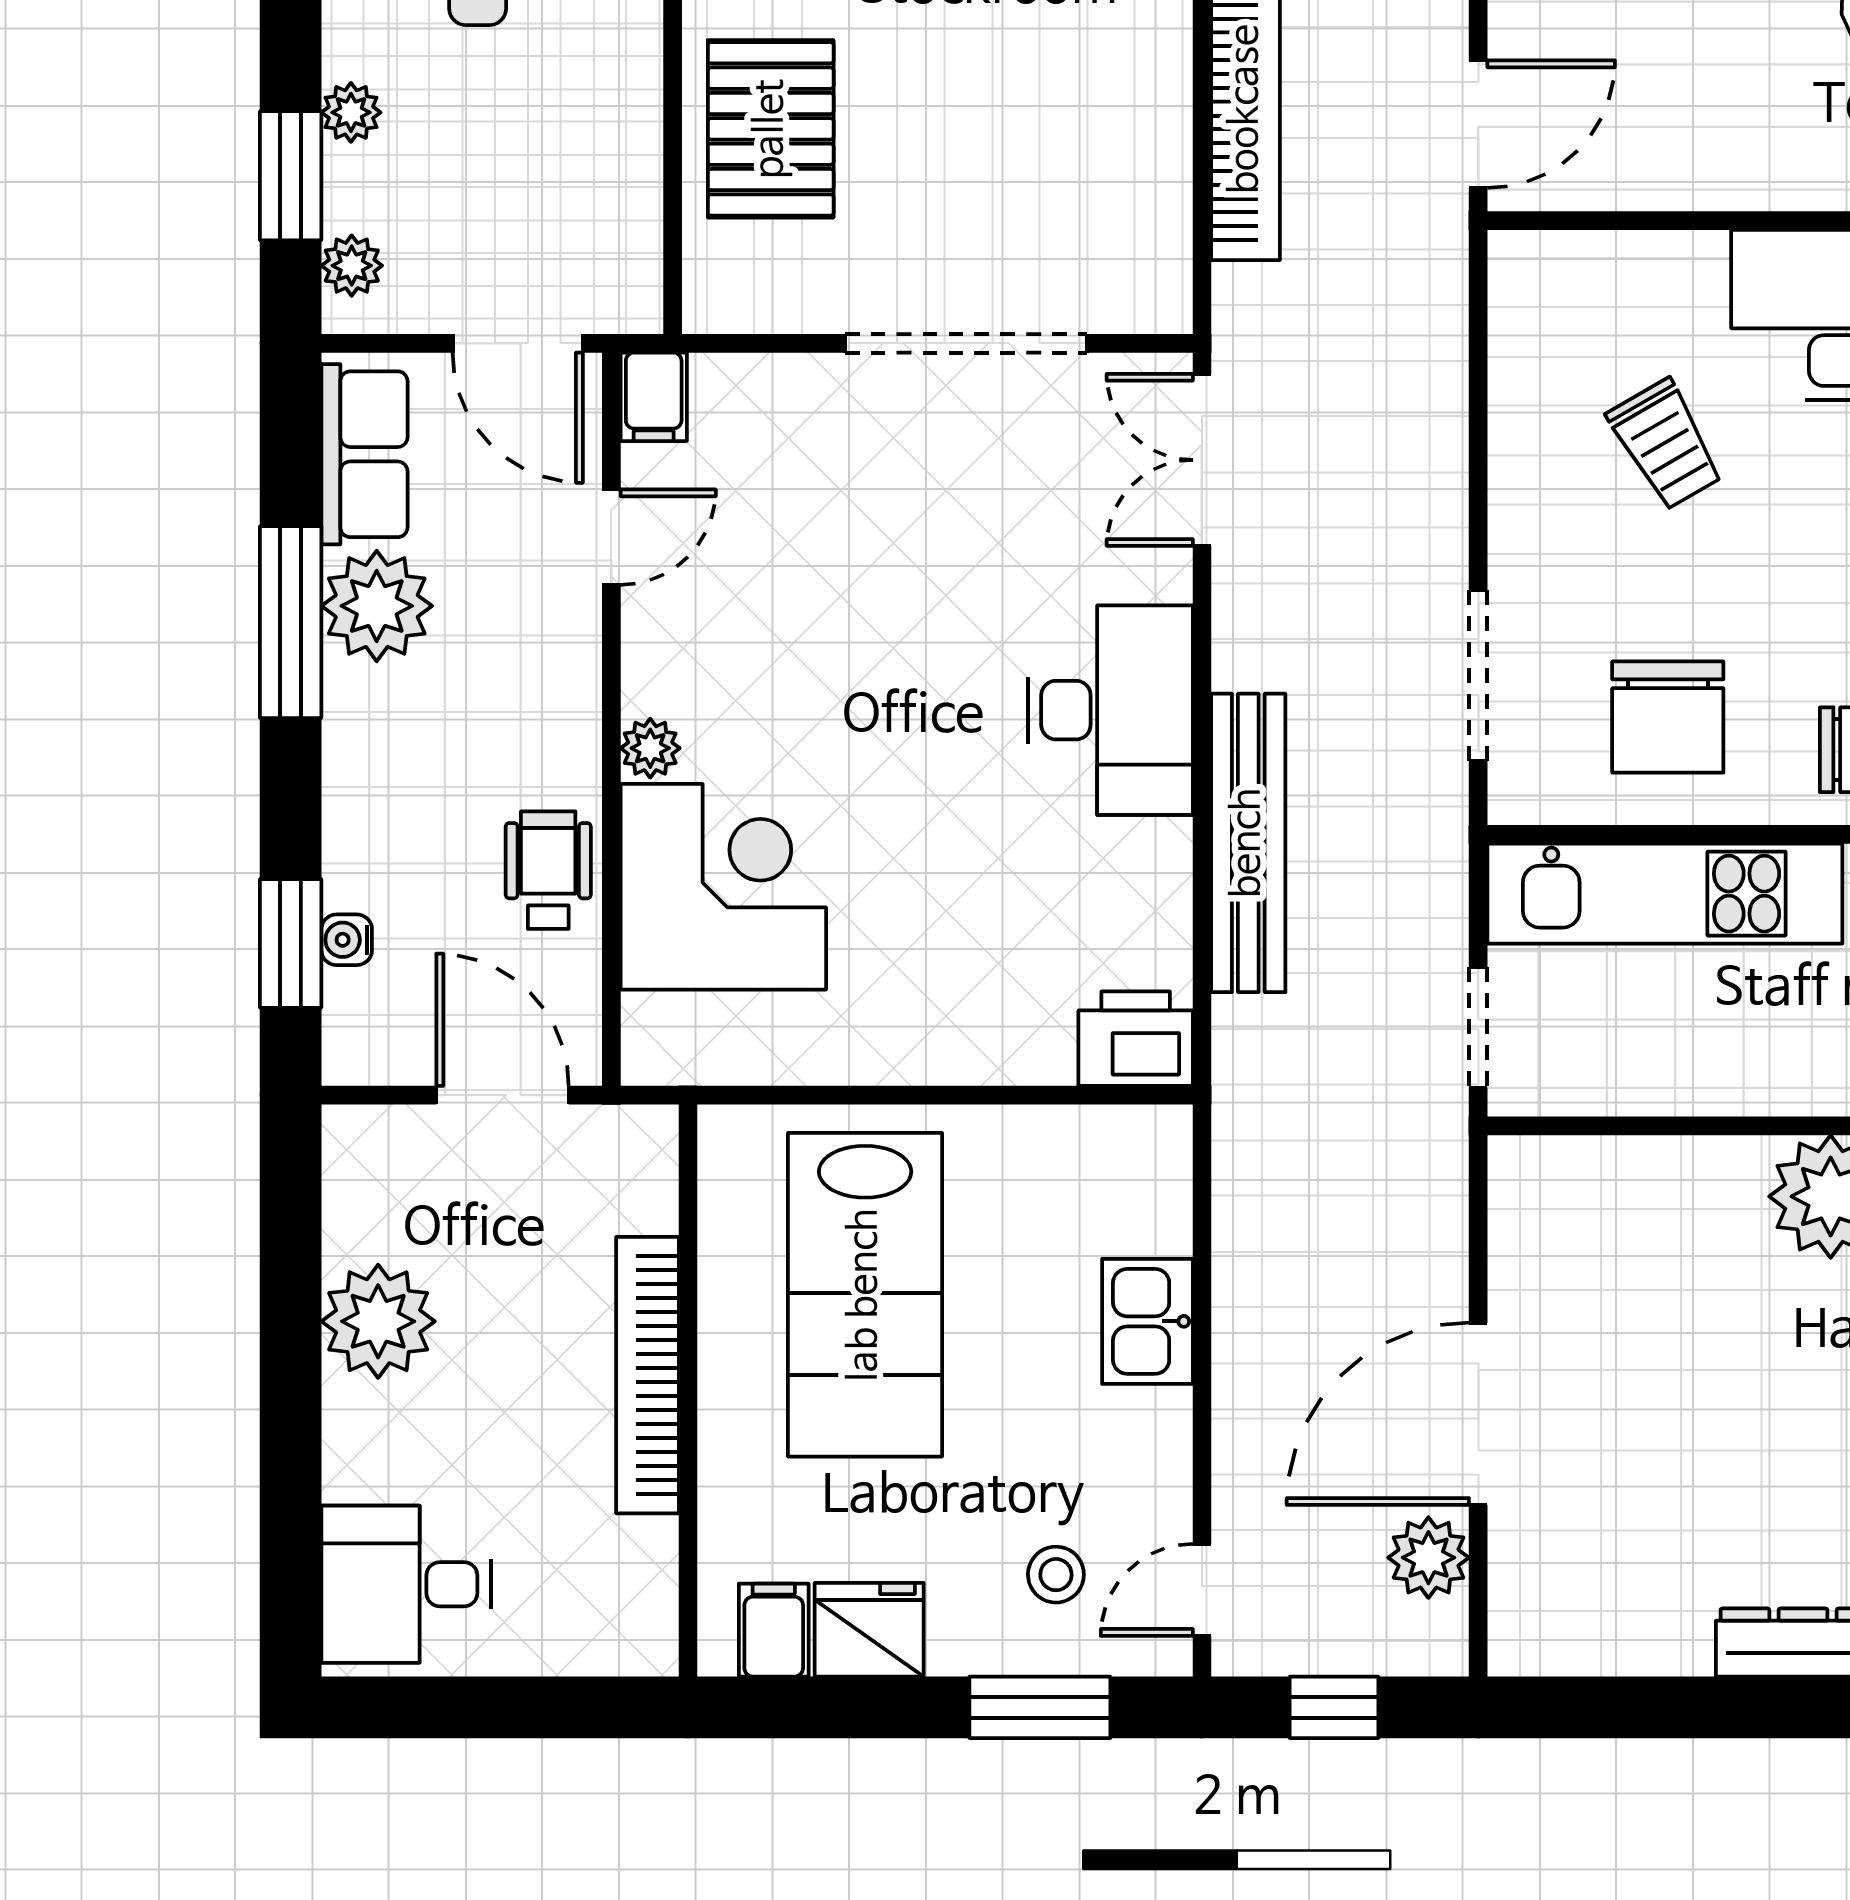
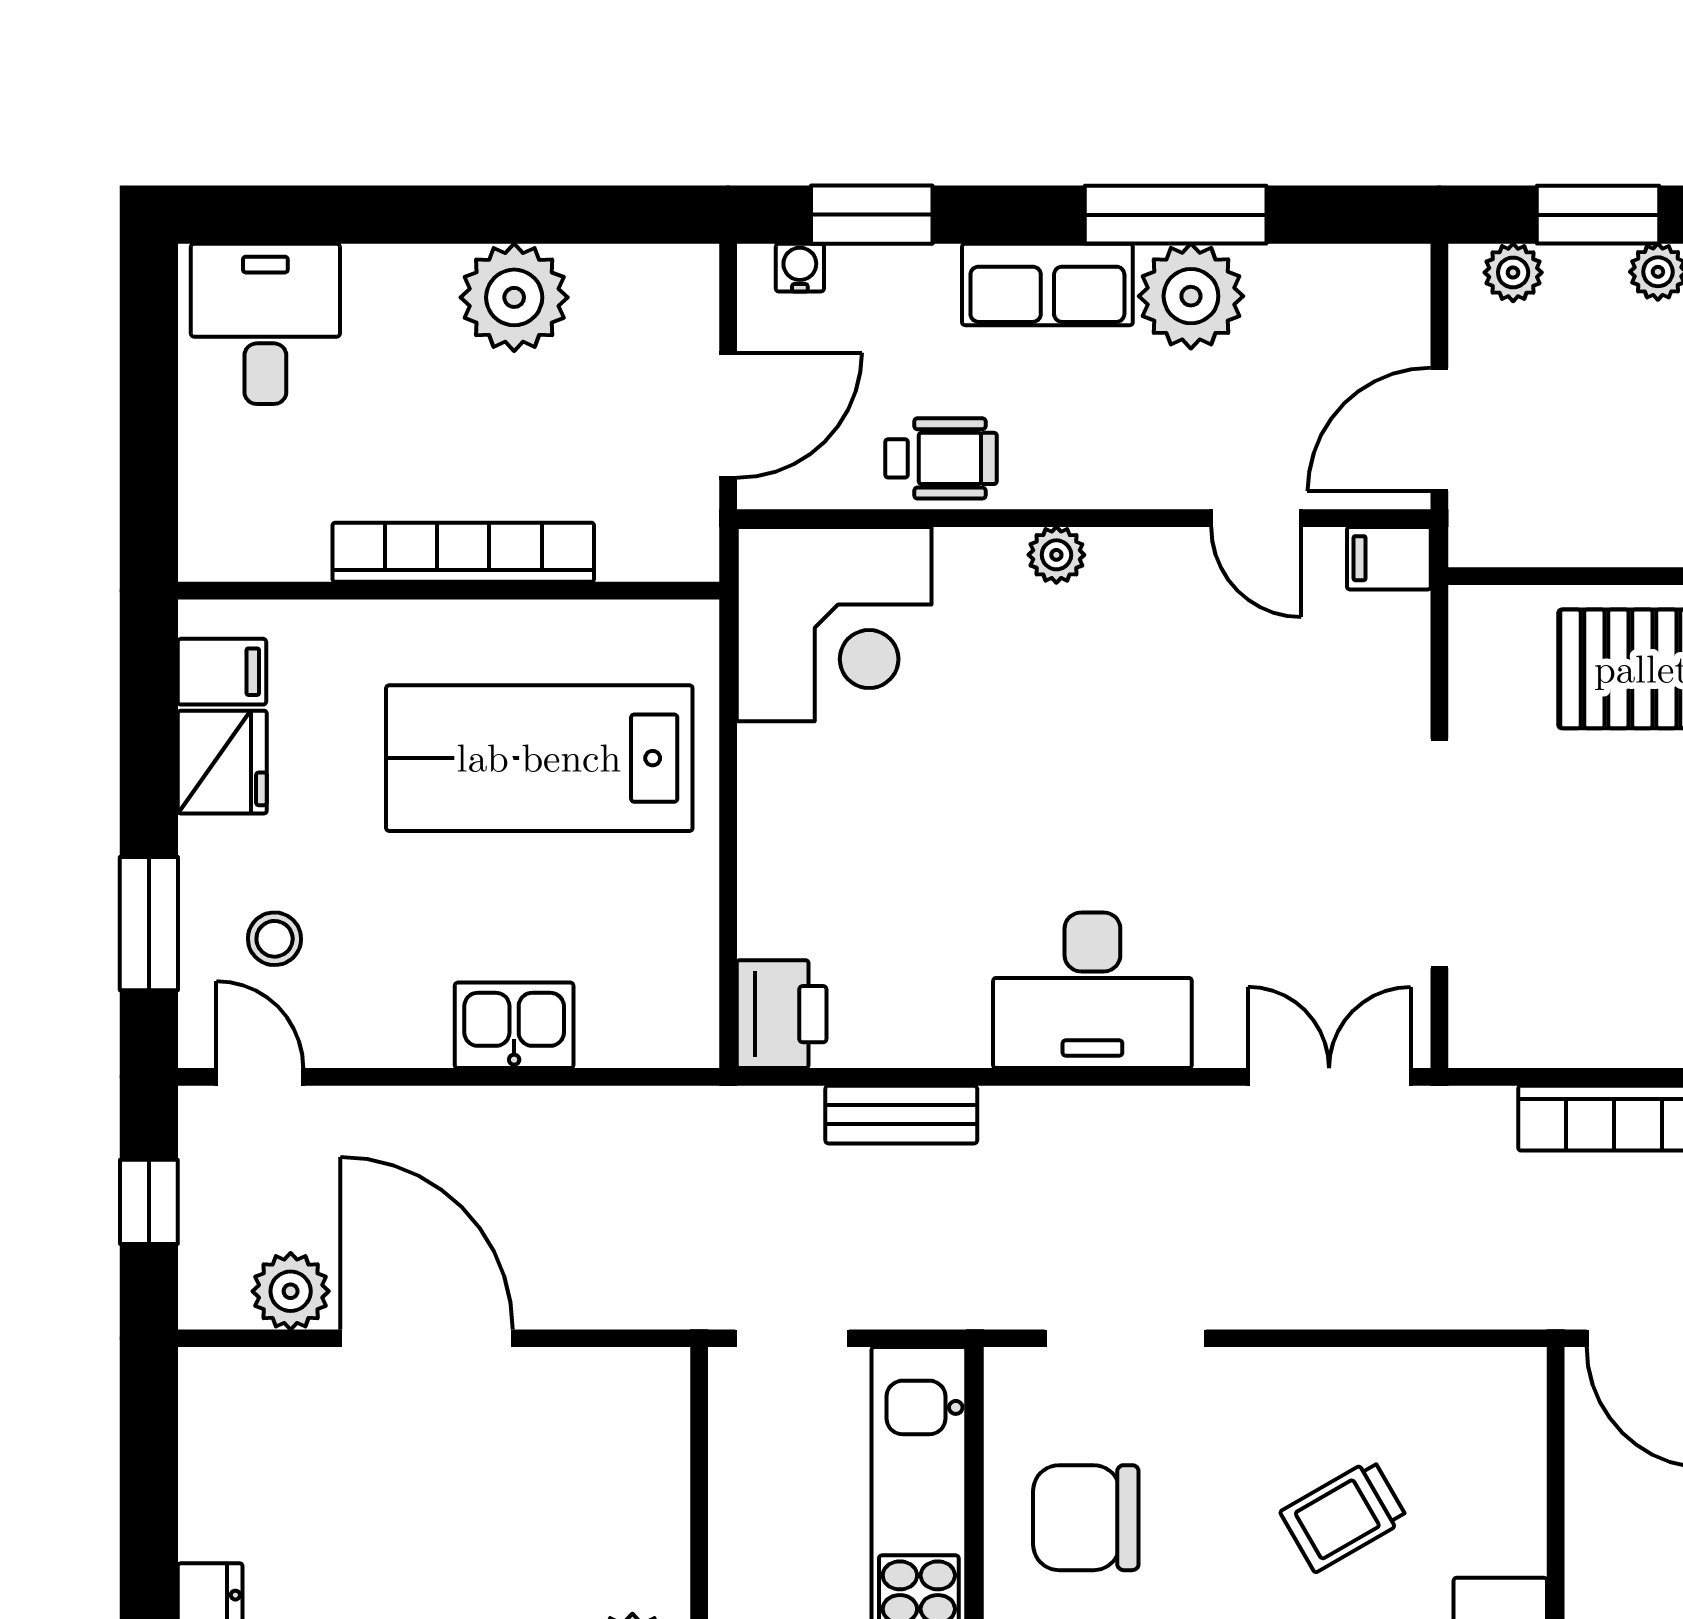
row of seats: (364, 454) -> (1047, 284), moved
bench: (1248, 843) -> (901, 1115), width x0.54, depth x0.82
corner desk: (723, 887) -> (834, 624), moved
water cooler: (347, 940) -> (800, 268), moved

